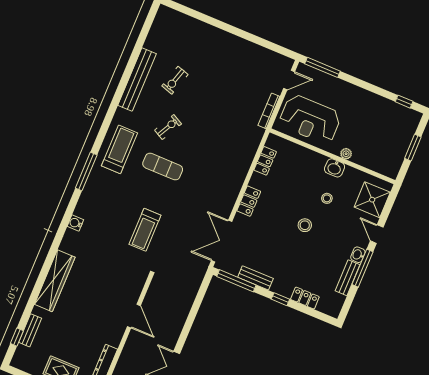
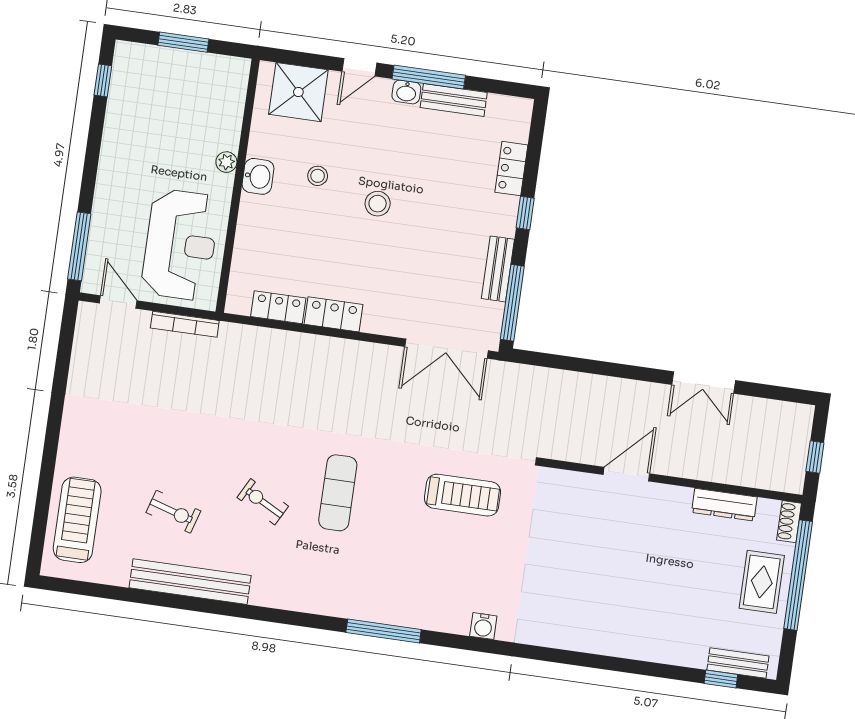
treadmill: (120, 149) -> (77, 520), moved, turned 90
locker: (249, 201) -> (334, 314), moved
wardrobe: (55, 281) -> (599, 636), removed
bench: (30, 330) -> (738, 663), moved

